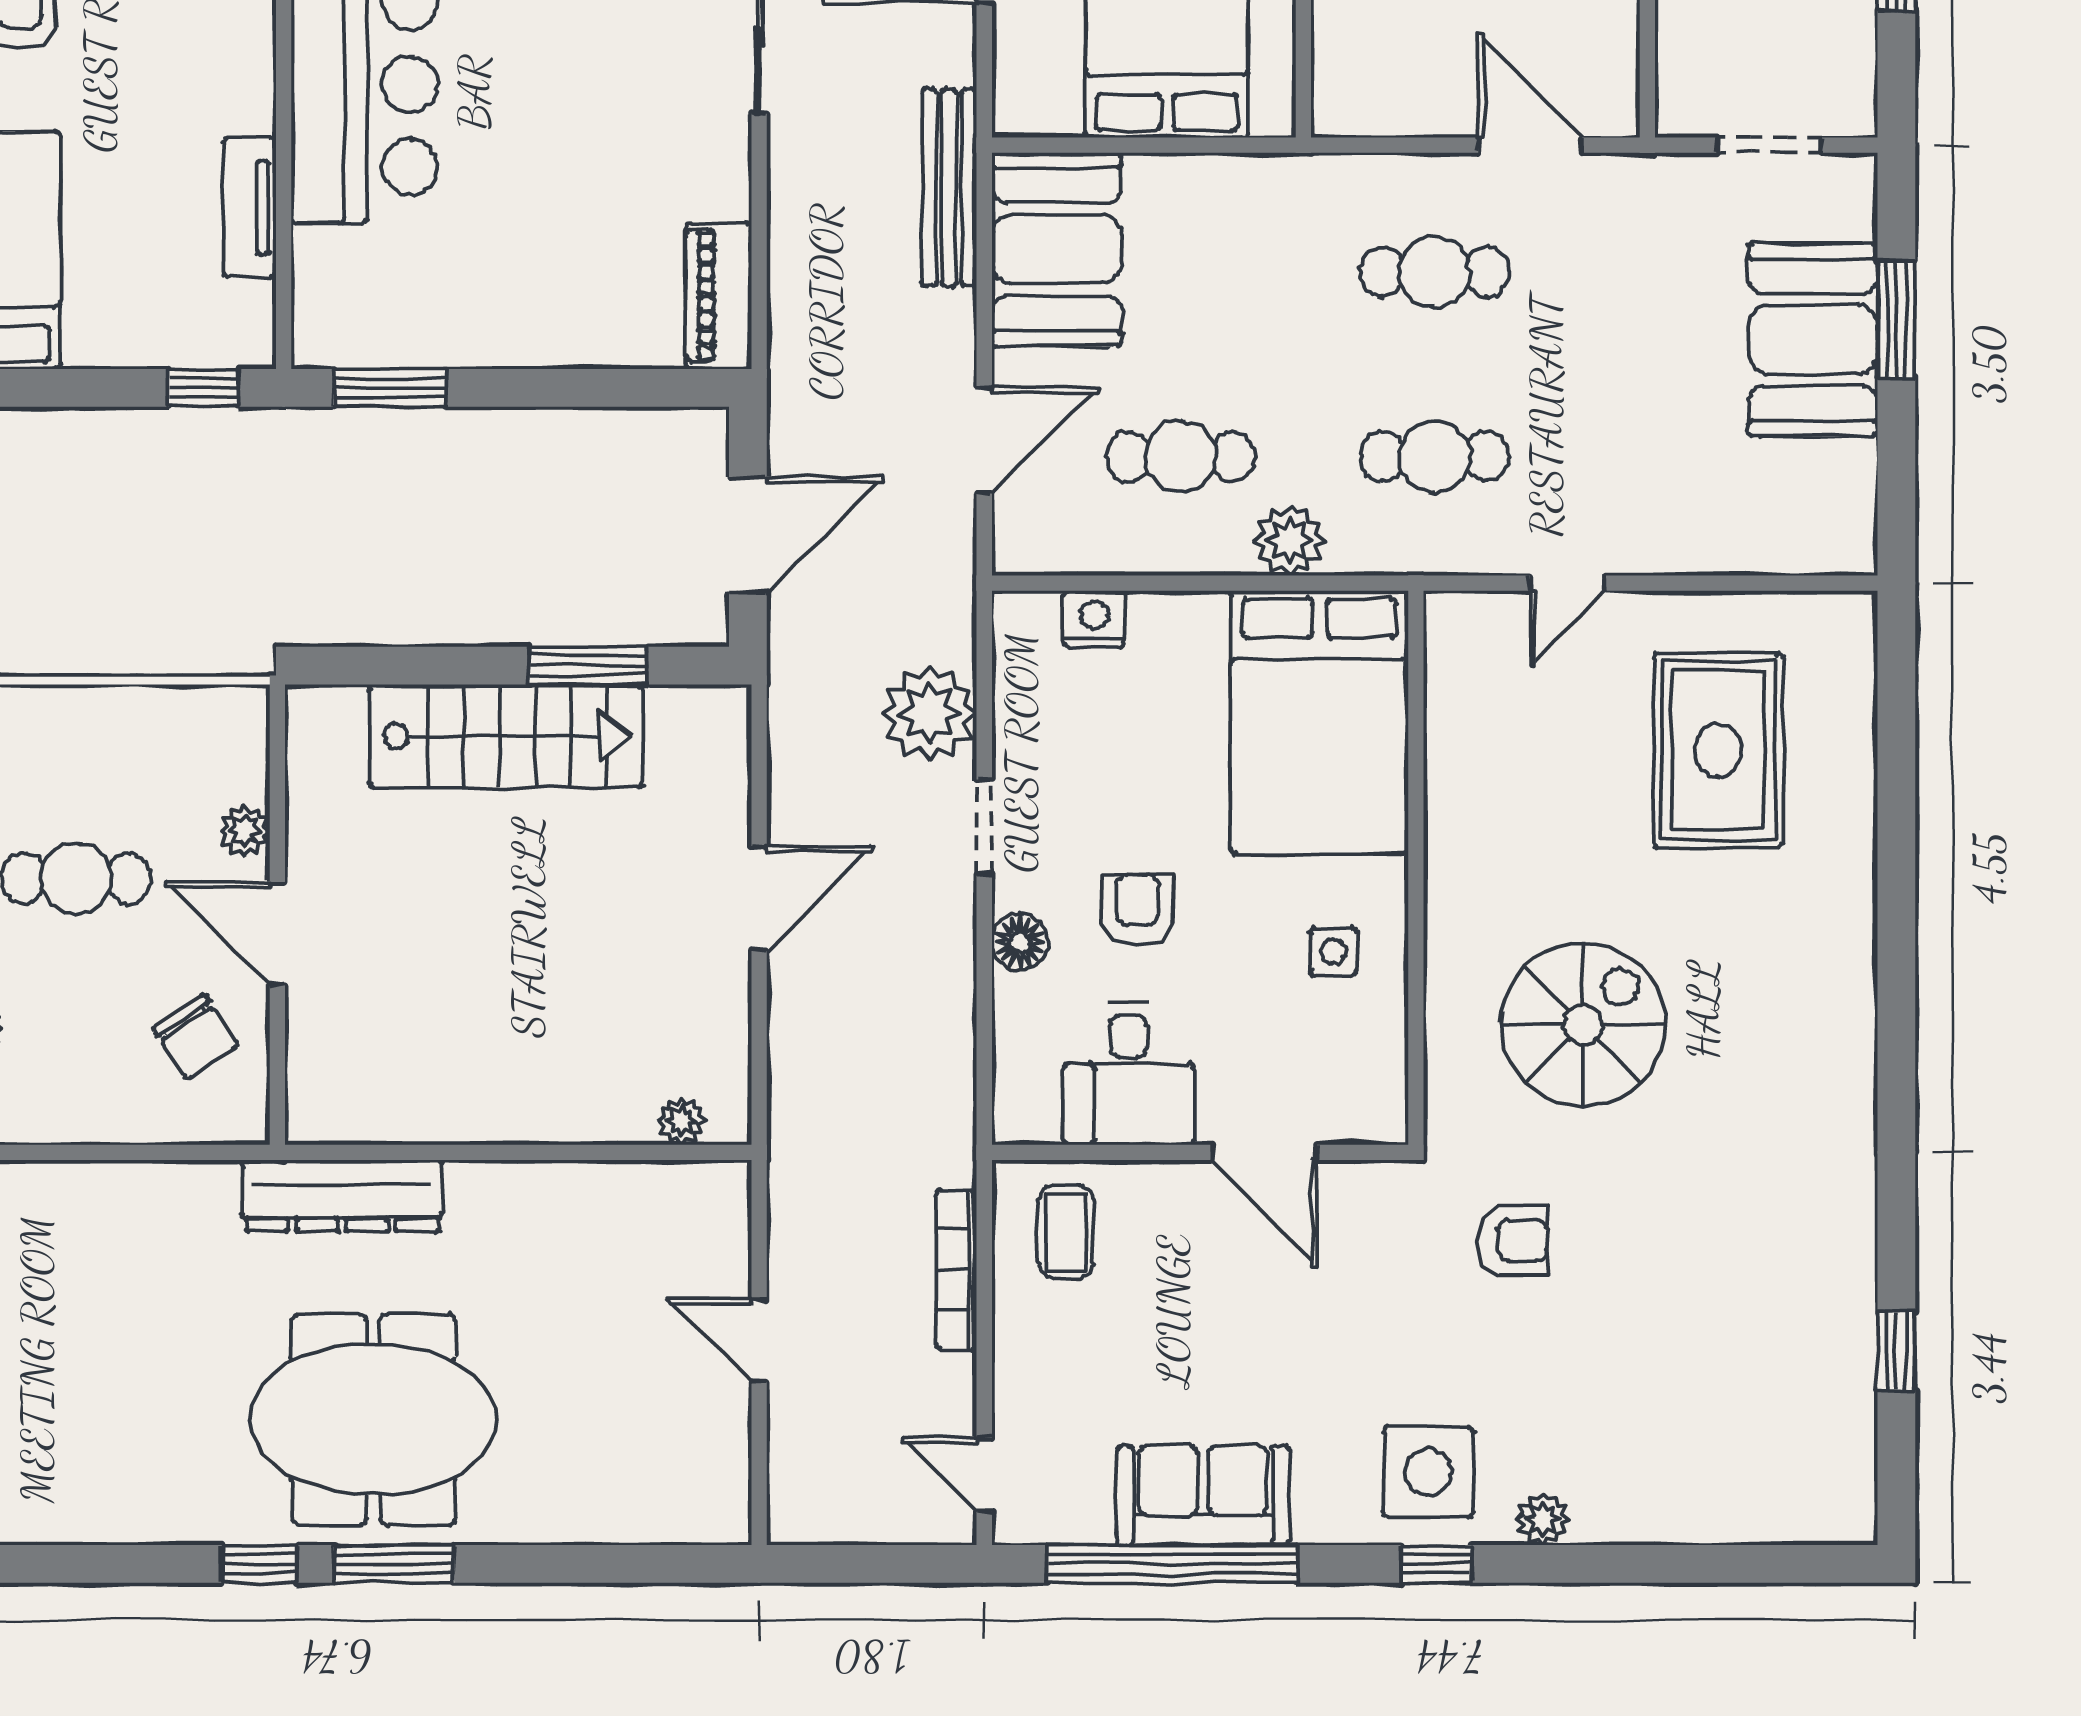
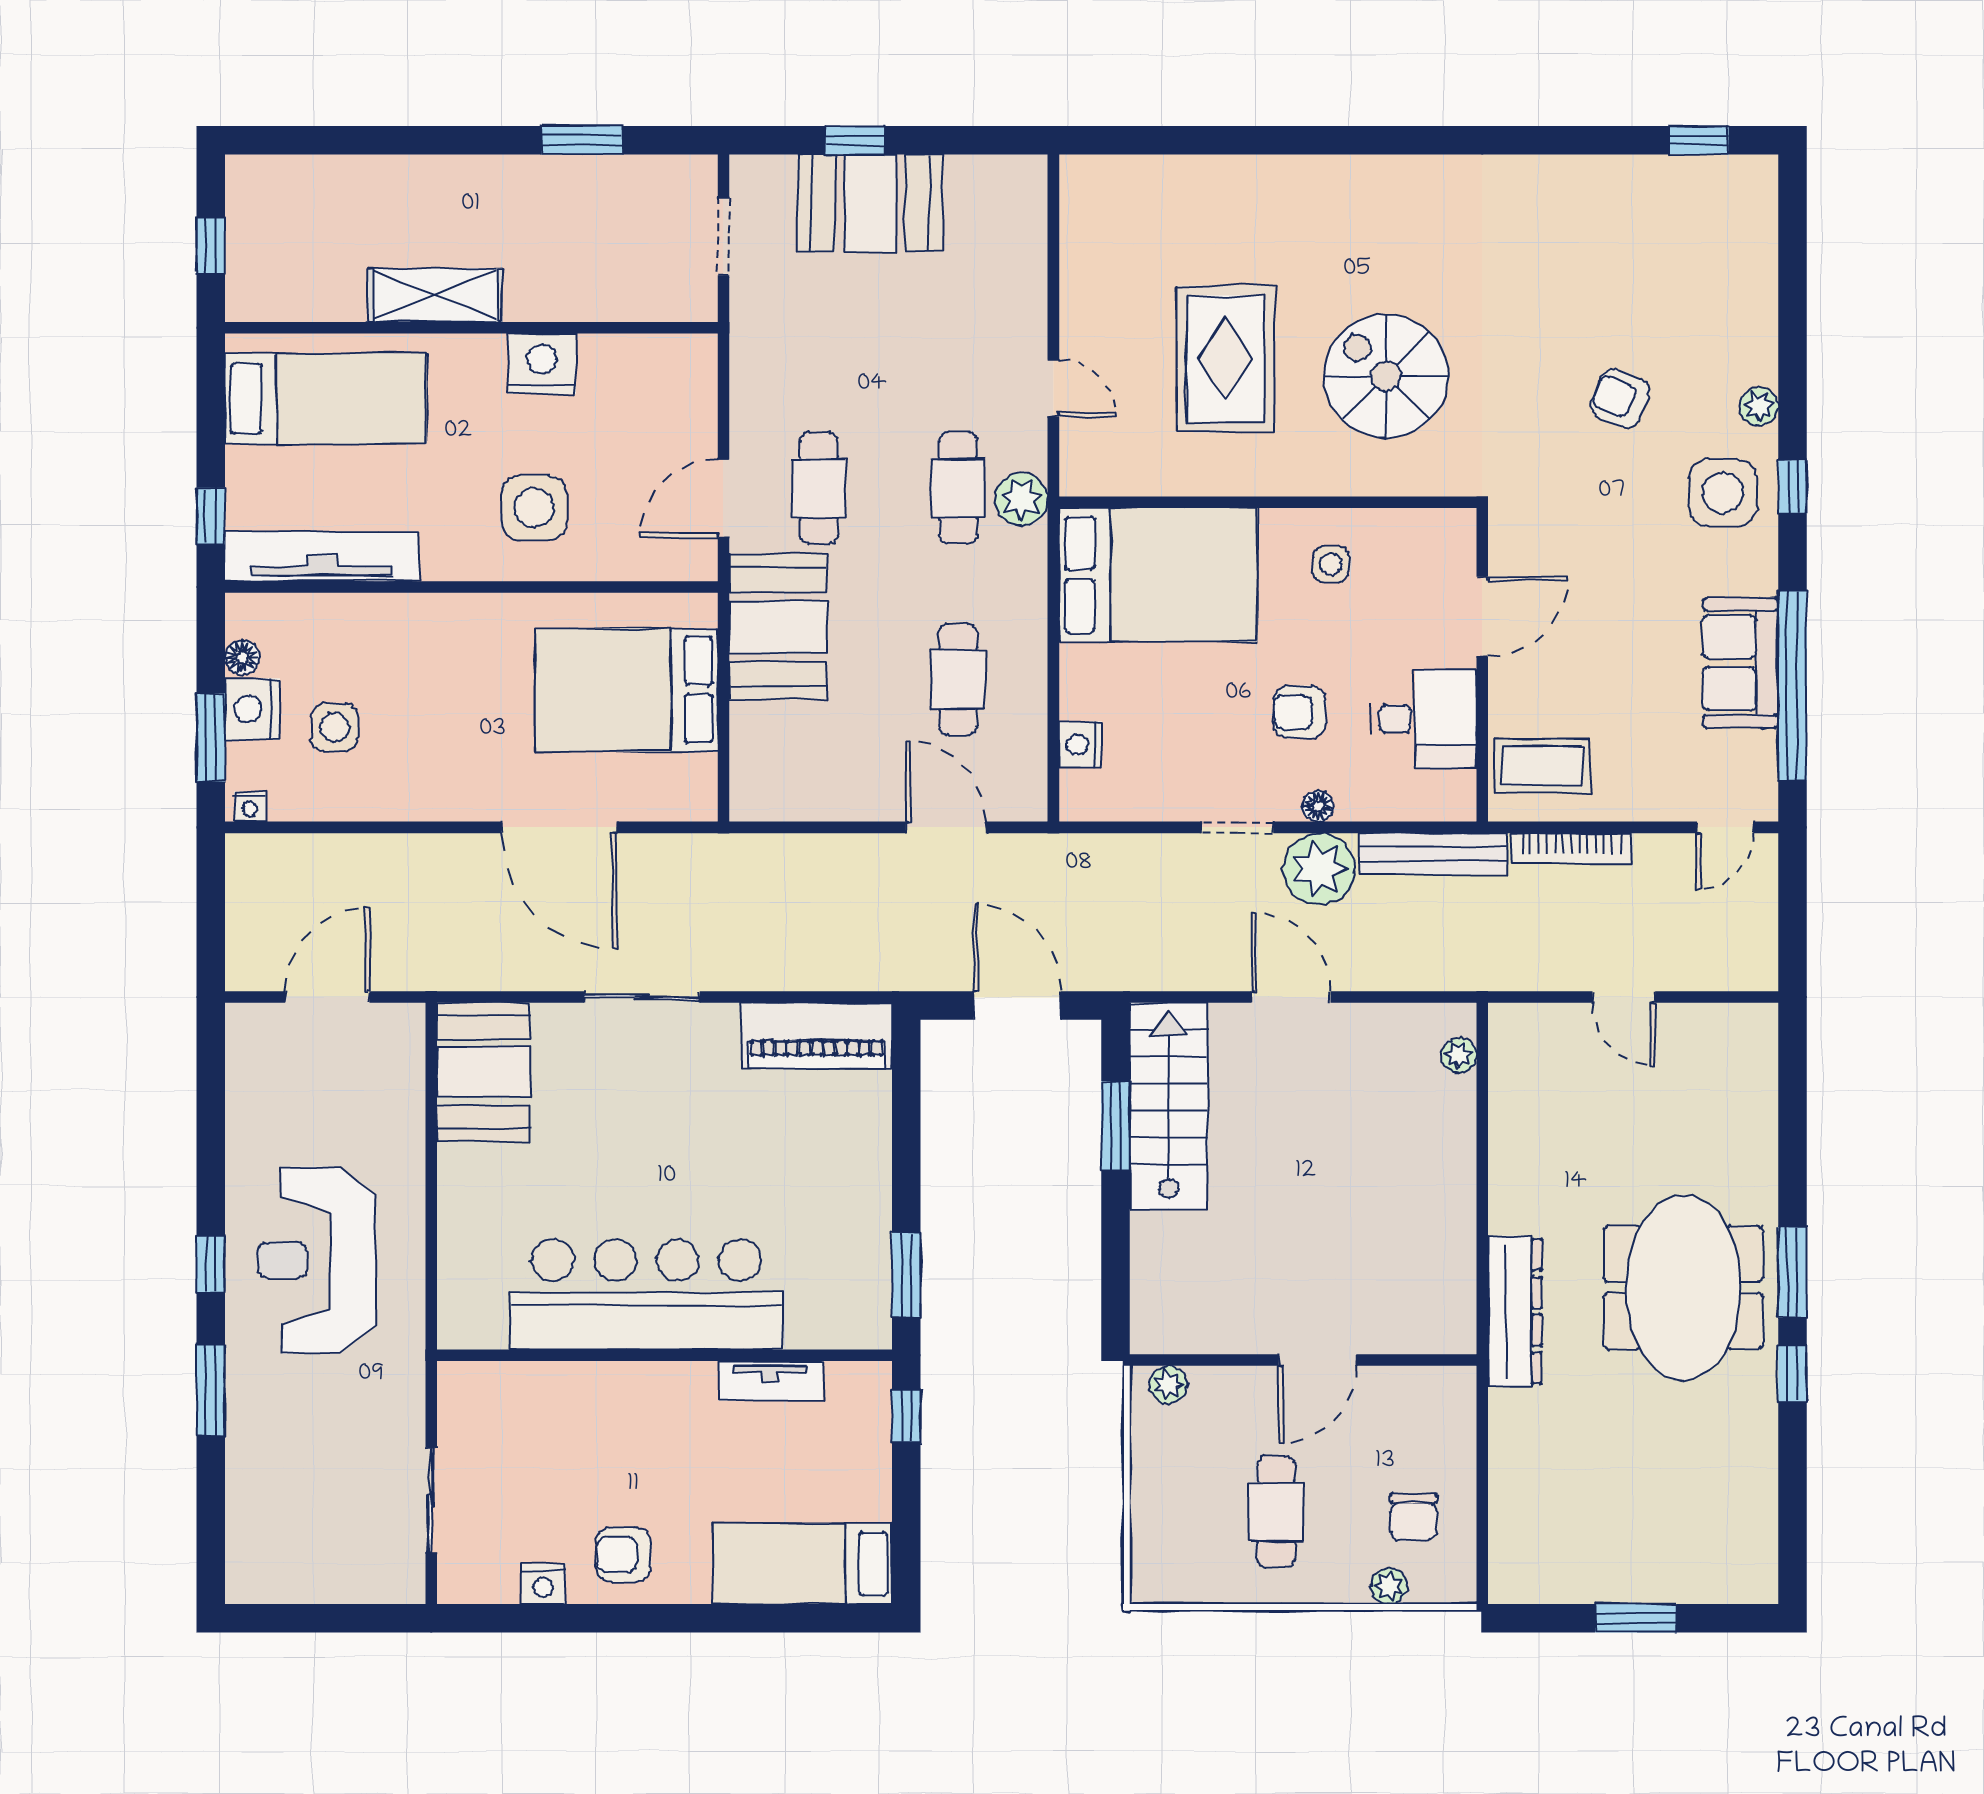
door: (1530, 145) -> (723, 498), moved
bench: (949, 187) -> (1433, 854), moved
booth: (1057, 249) -> (778, 627), moved, turned 90
piano: (719, 296) -> (817, 1036), width x1.37, depth x1.33
window: (1896, 319) -> (855, 140), width x0.67
plant: (1289, 540) -> (1021, 499), moved
plant: (929, 714) -> (1319, 869), moved
stairs: (506, 736) -> (1169, 1106), moved
rug: (1718, 750) -> (1226, 359), moved, turned 90
plant: (245, 831) -> (1168, 1385), moved
floor lamp: (1020, 942) -> (1318, 806), width x0.73, depth x0.73
chair: (195, 1037) -> (1414, 1517), moved, turned 124
coffee table: (1066, 1232) -> (1542, 766), width x1.36, depth x1.30
armchair: (1513, 1240) -> (1620, 399), moved, turned -68
door: (759, 1340) -> (1624, 997), hinge flipped
window: (1896, 1351) -> (1699, 140), moved

